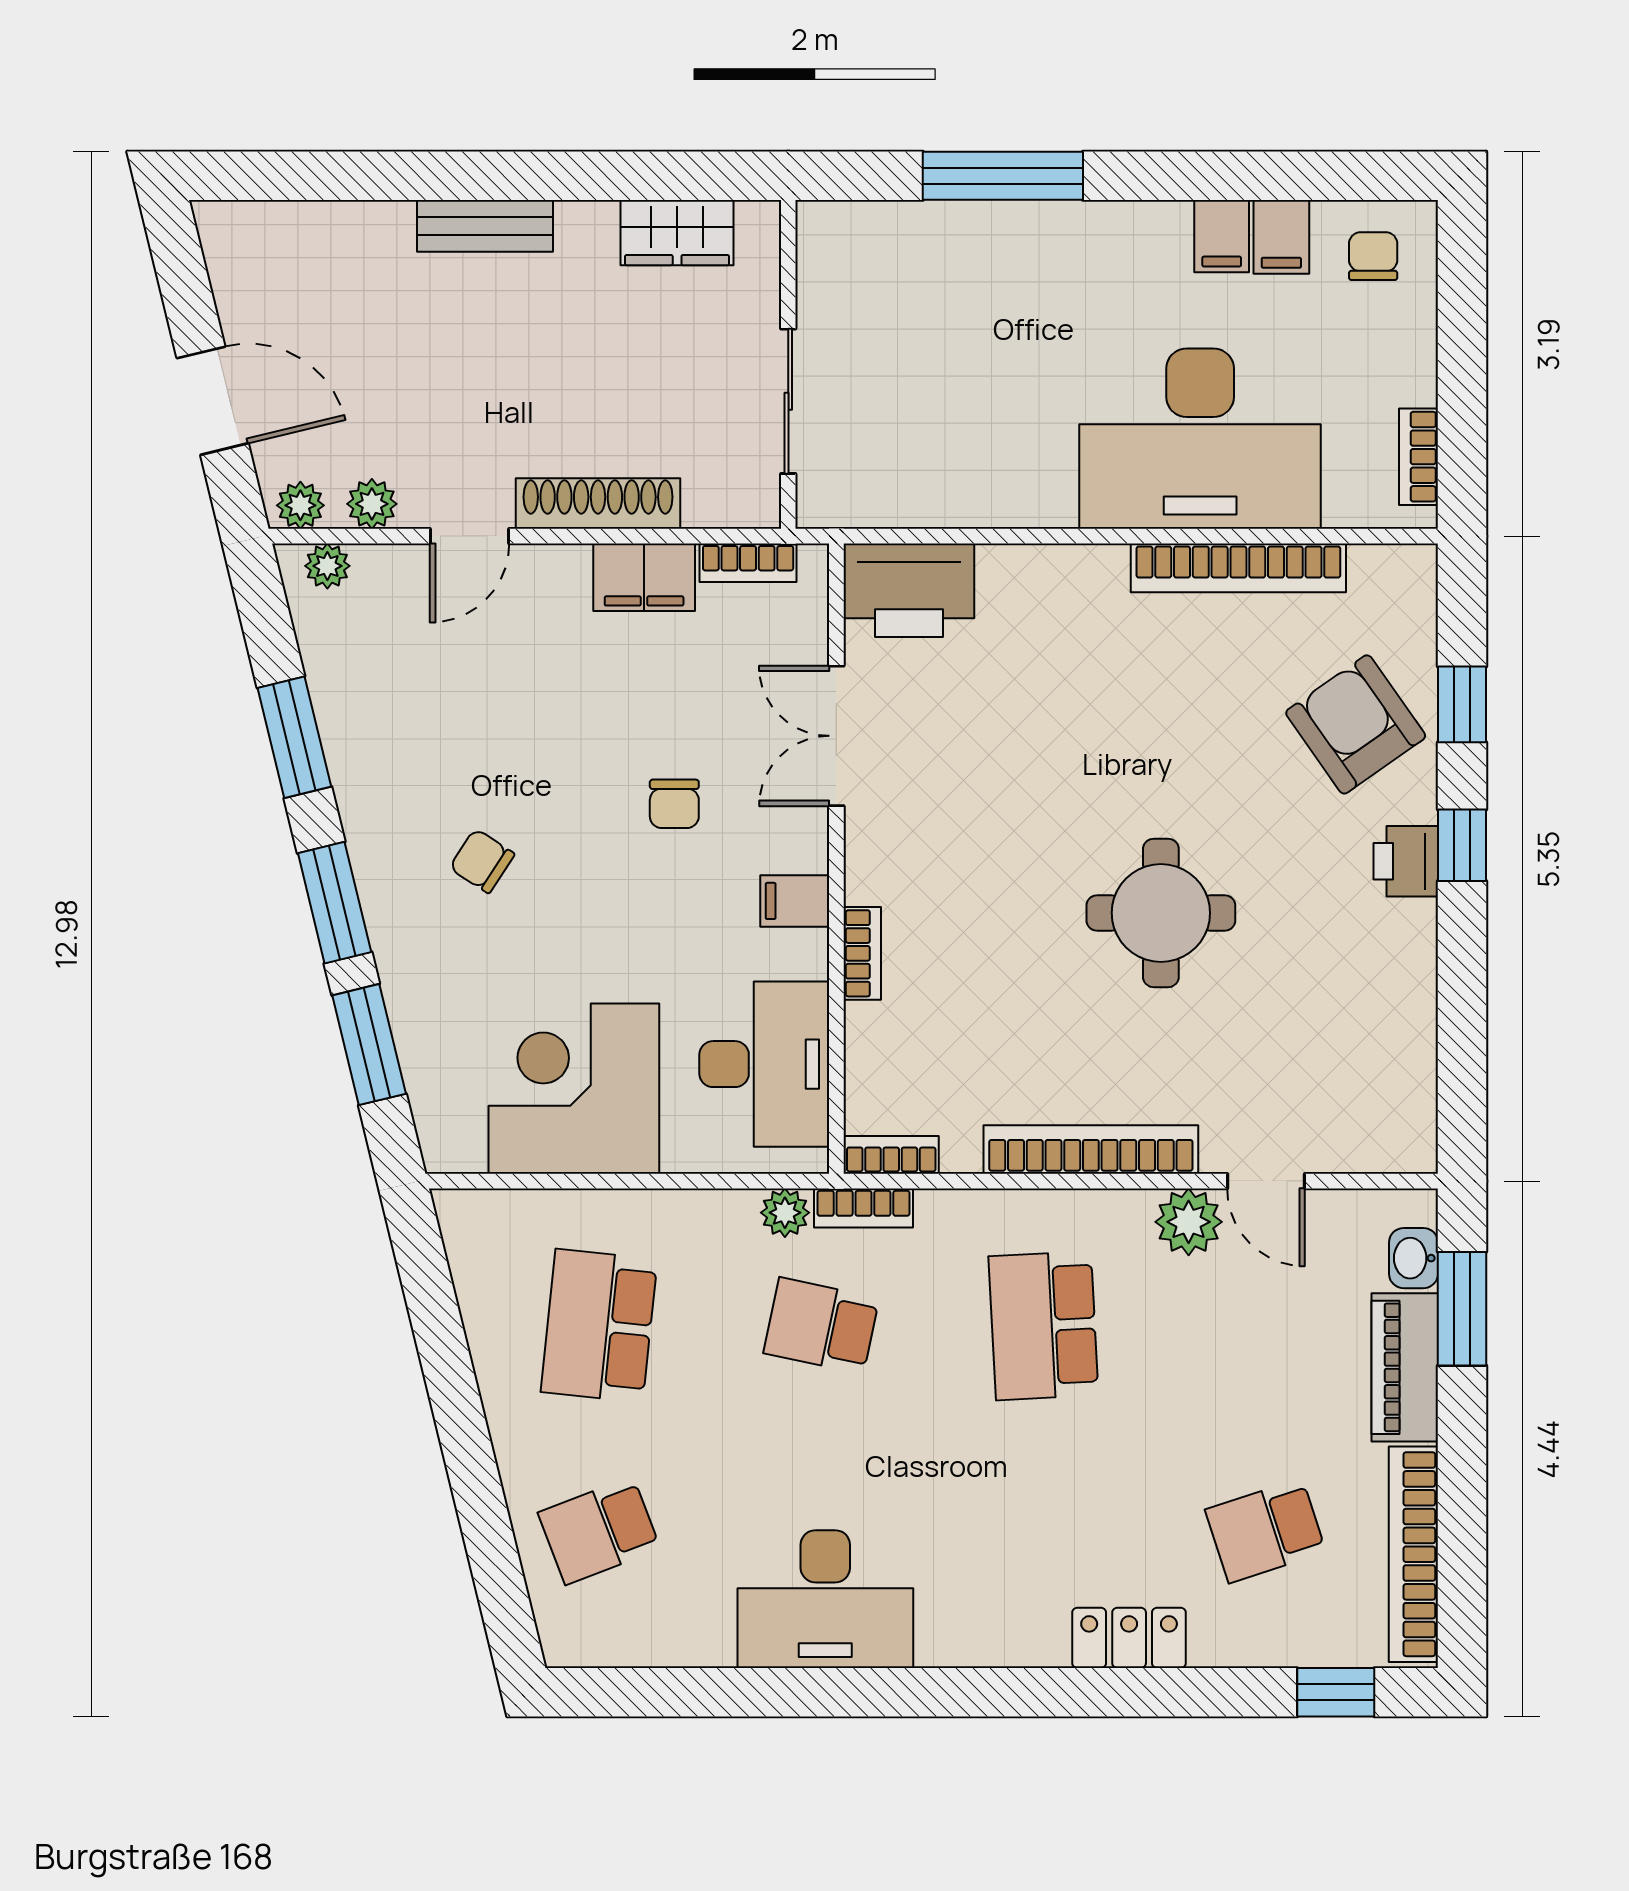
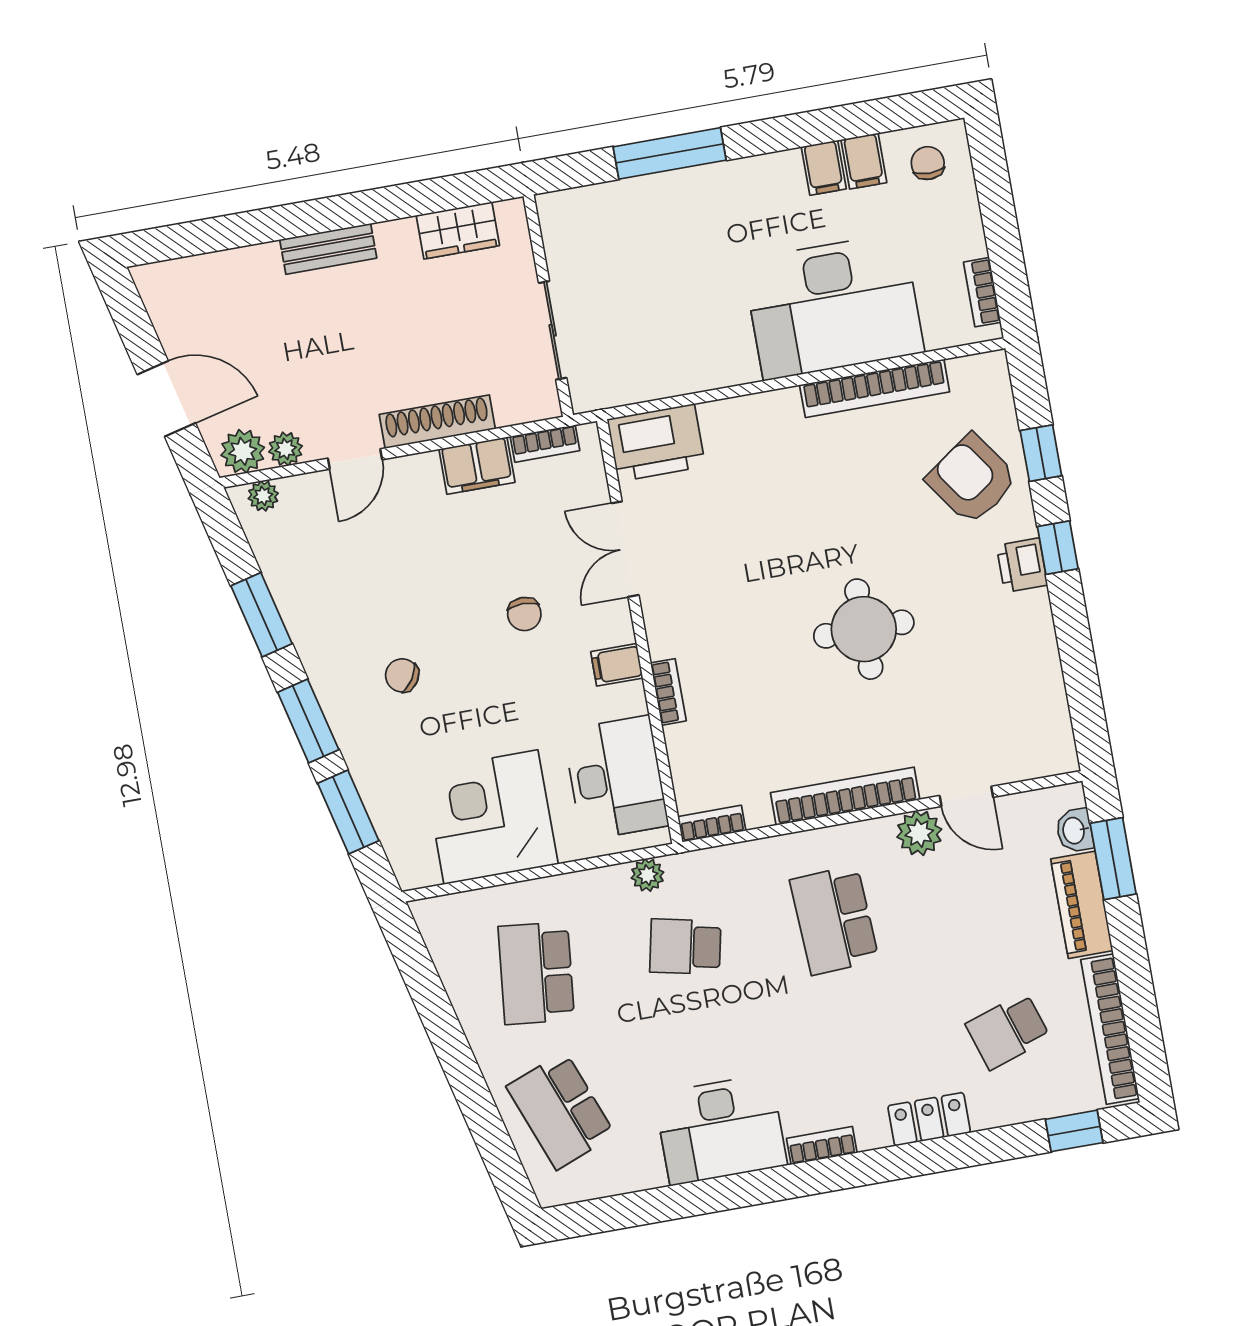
plant: (300, 505) -> (243, 451), width x1.38, depth x1.38
bookcase: (863, 1208) -> (822, 1146), moved, turned 180
school desk: (599, 1531) -> (561, 1111), width x1.85

